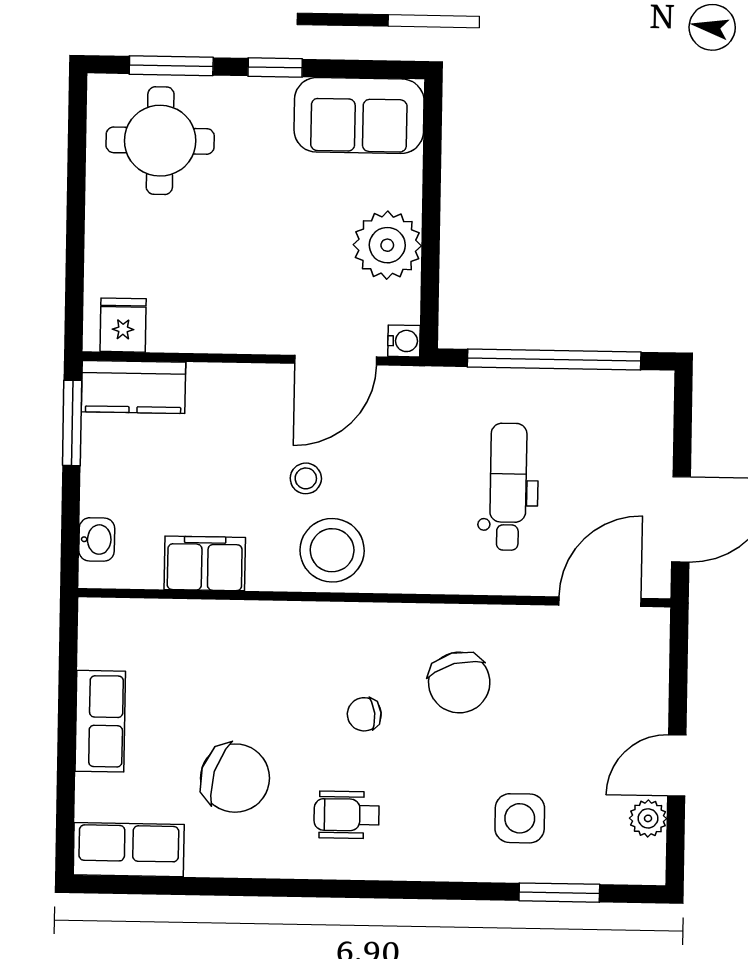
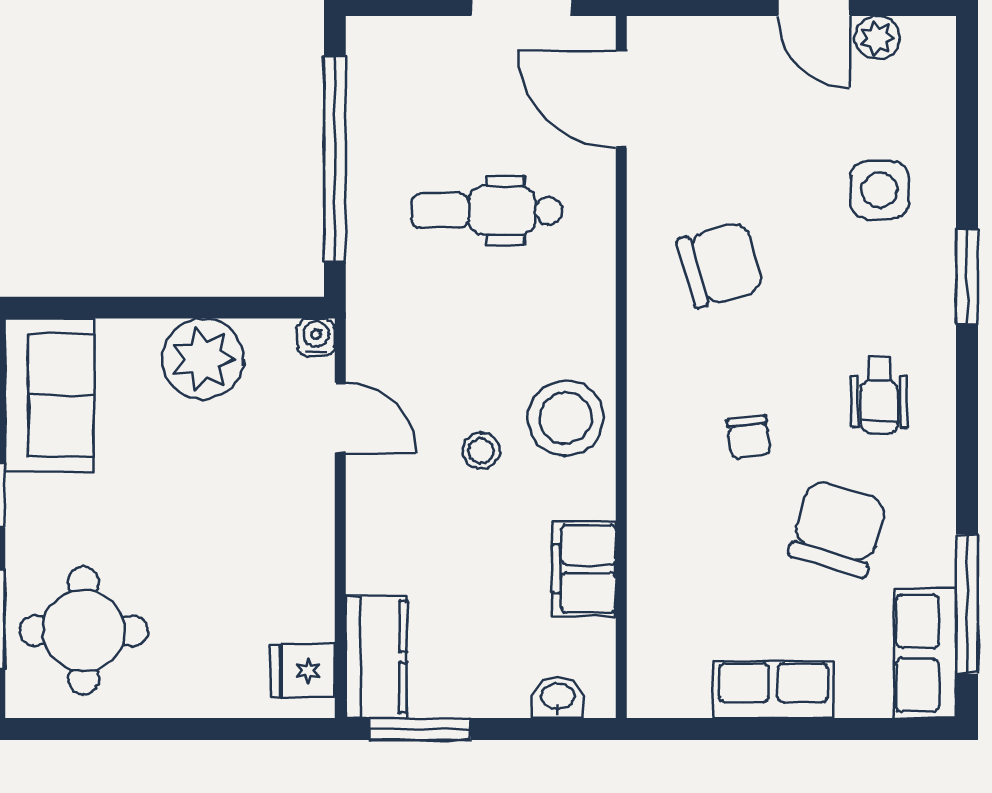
door: (336, 360) -> (340, 418), width x0.73
chair: (364, 714) -> (749, 437), moved
window: (169, 886) -> (967, 604), added
window: (559, 893) -> (967, 277), moved

